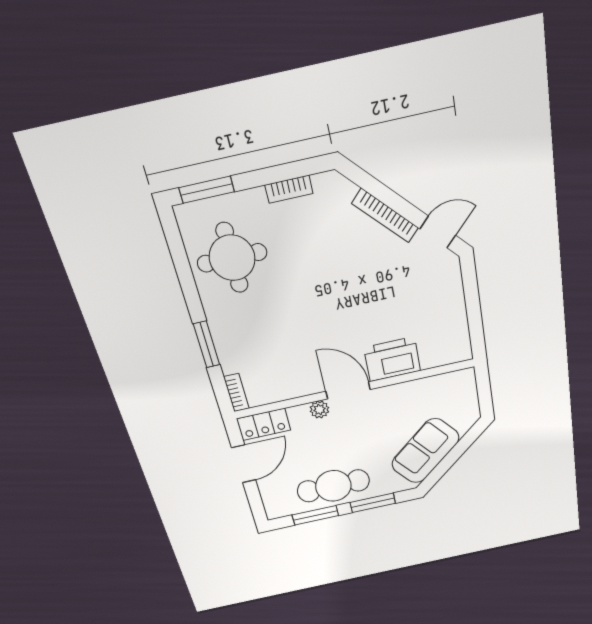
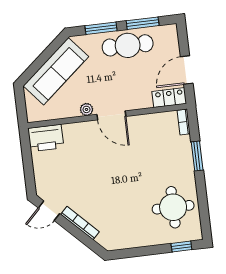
bookcase: (289, 189) -> (135, 243), removed
window: (207, 190) -> (181, 246), width x0.67
printer: (392, 359) -> (46, 138), moved
plant: (319, 410) -> (87, 109), moved
sofa: (425, 451) -> (56, 71), width x1.36

